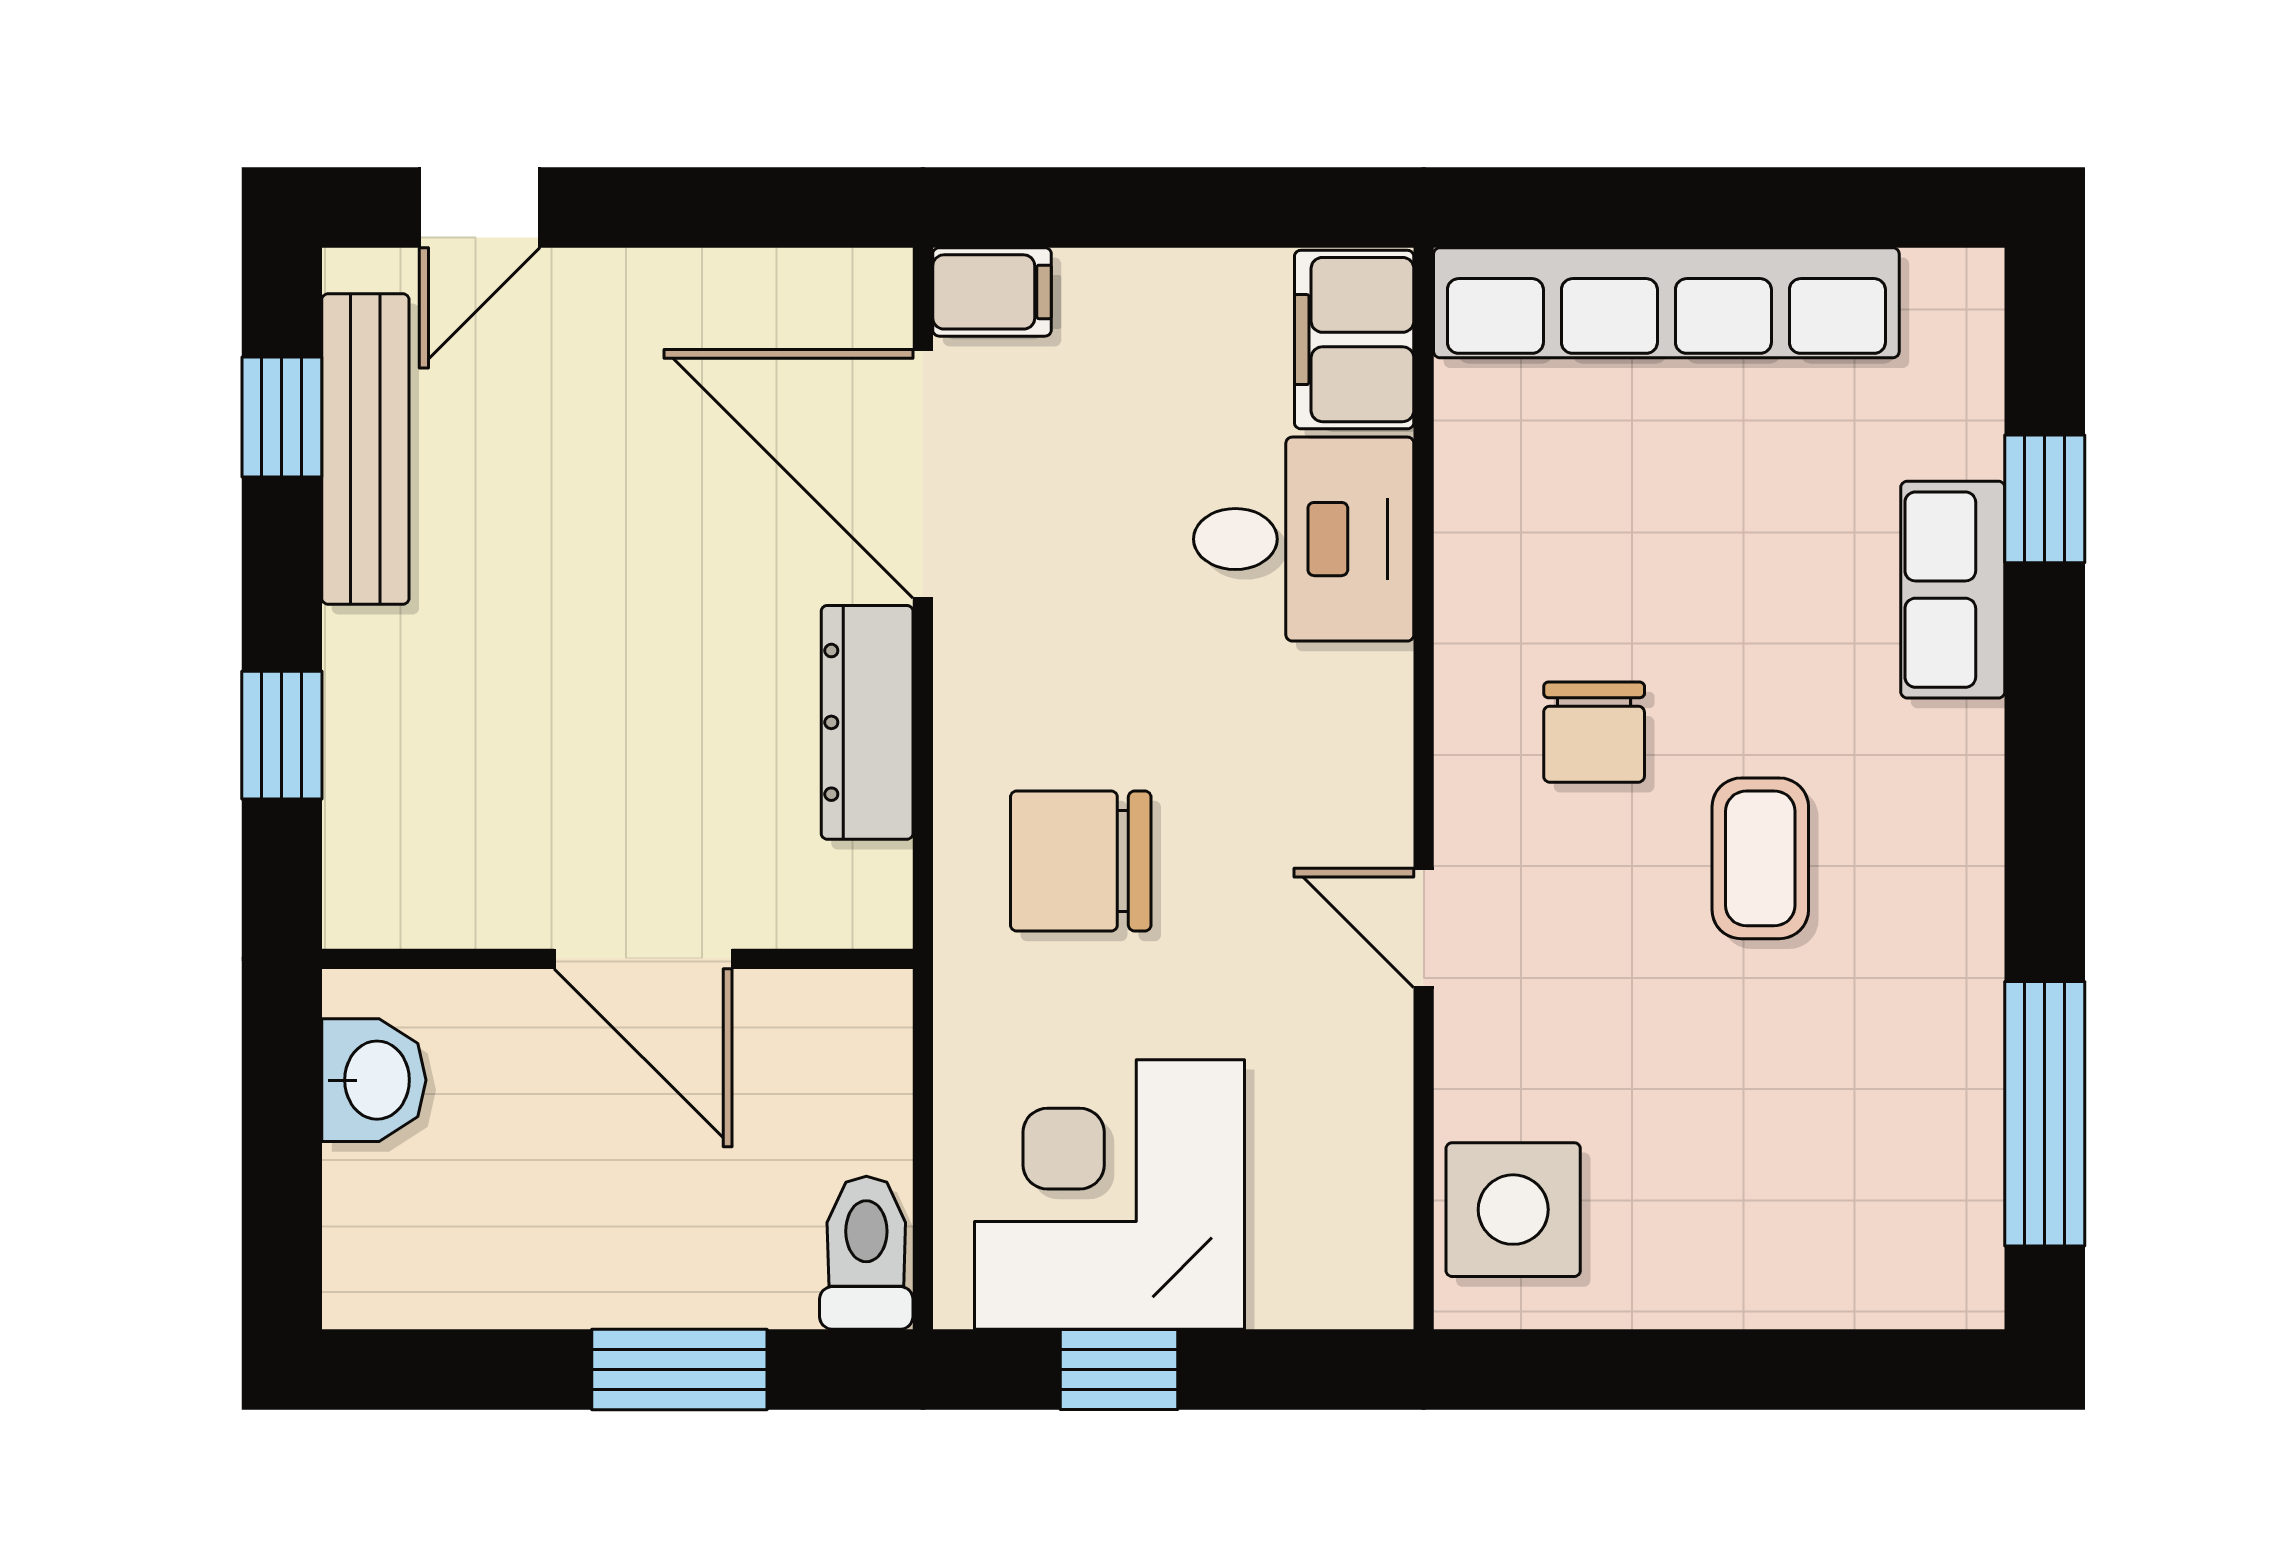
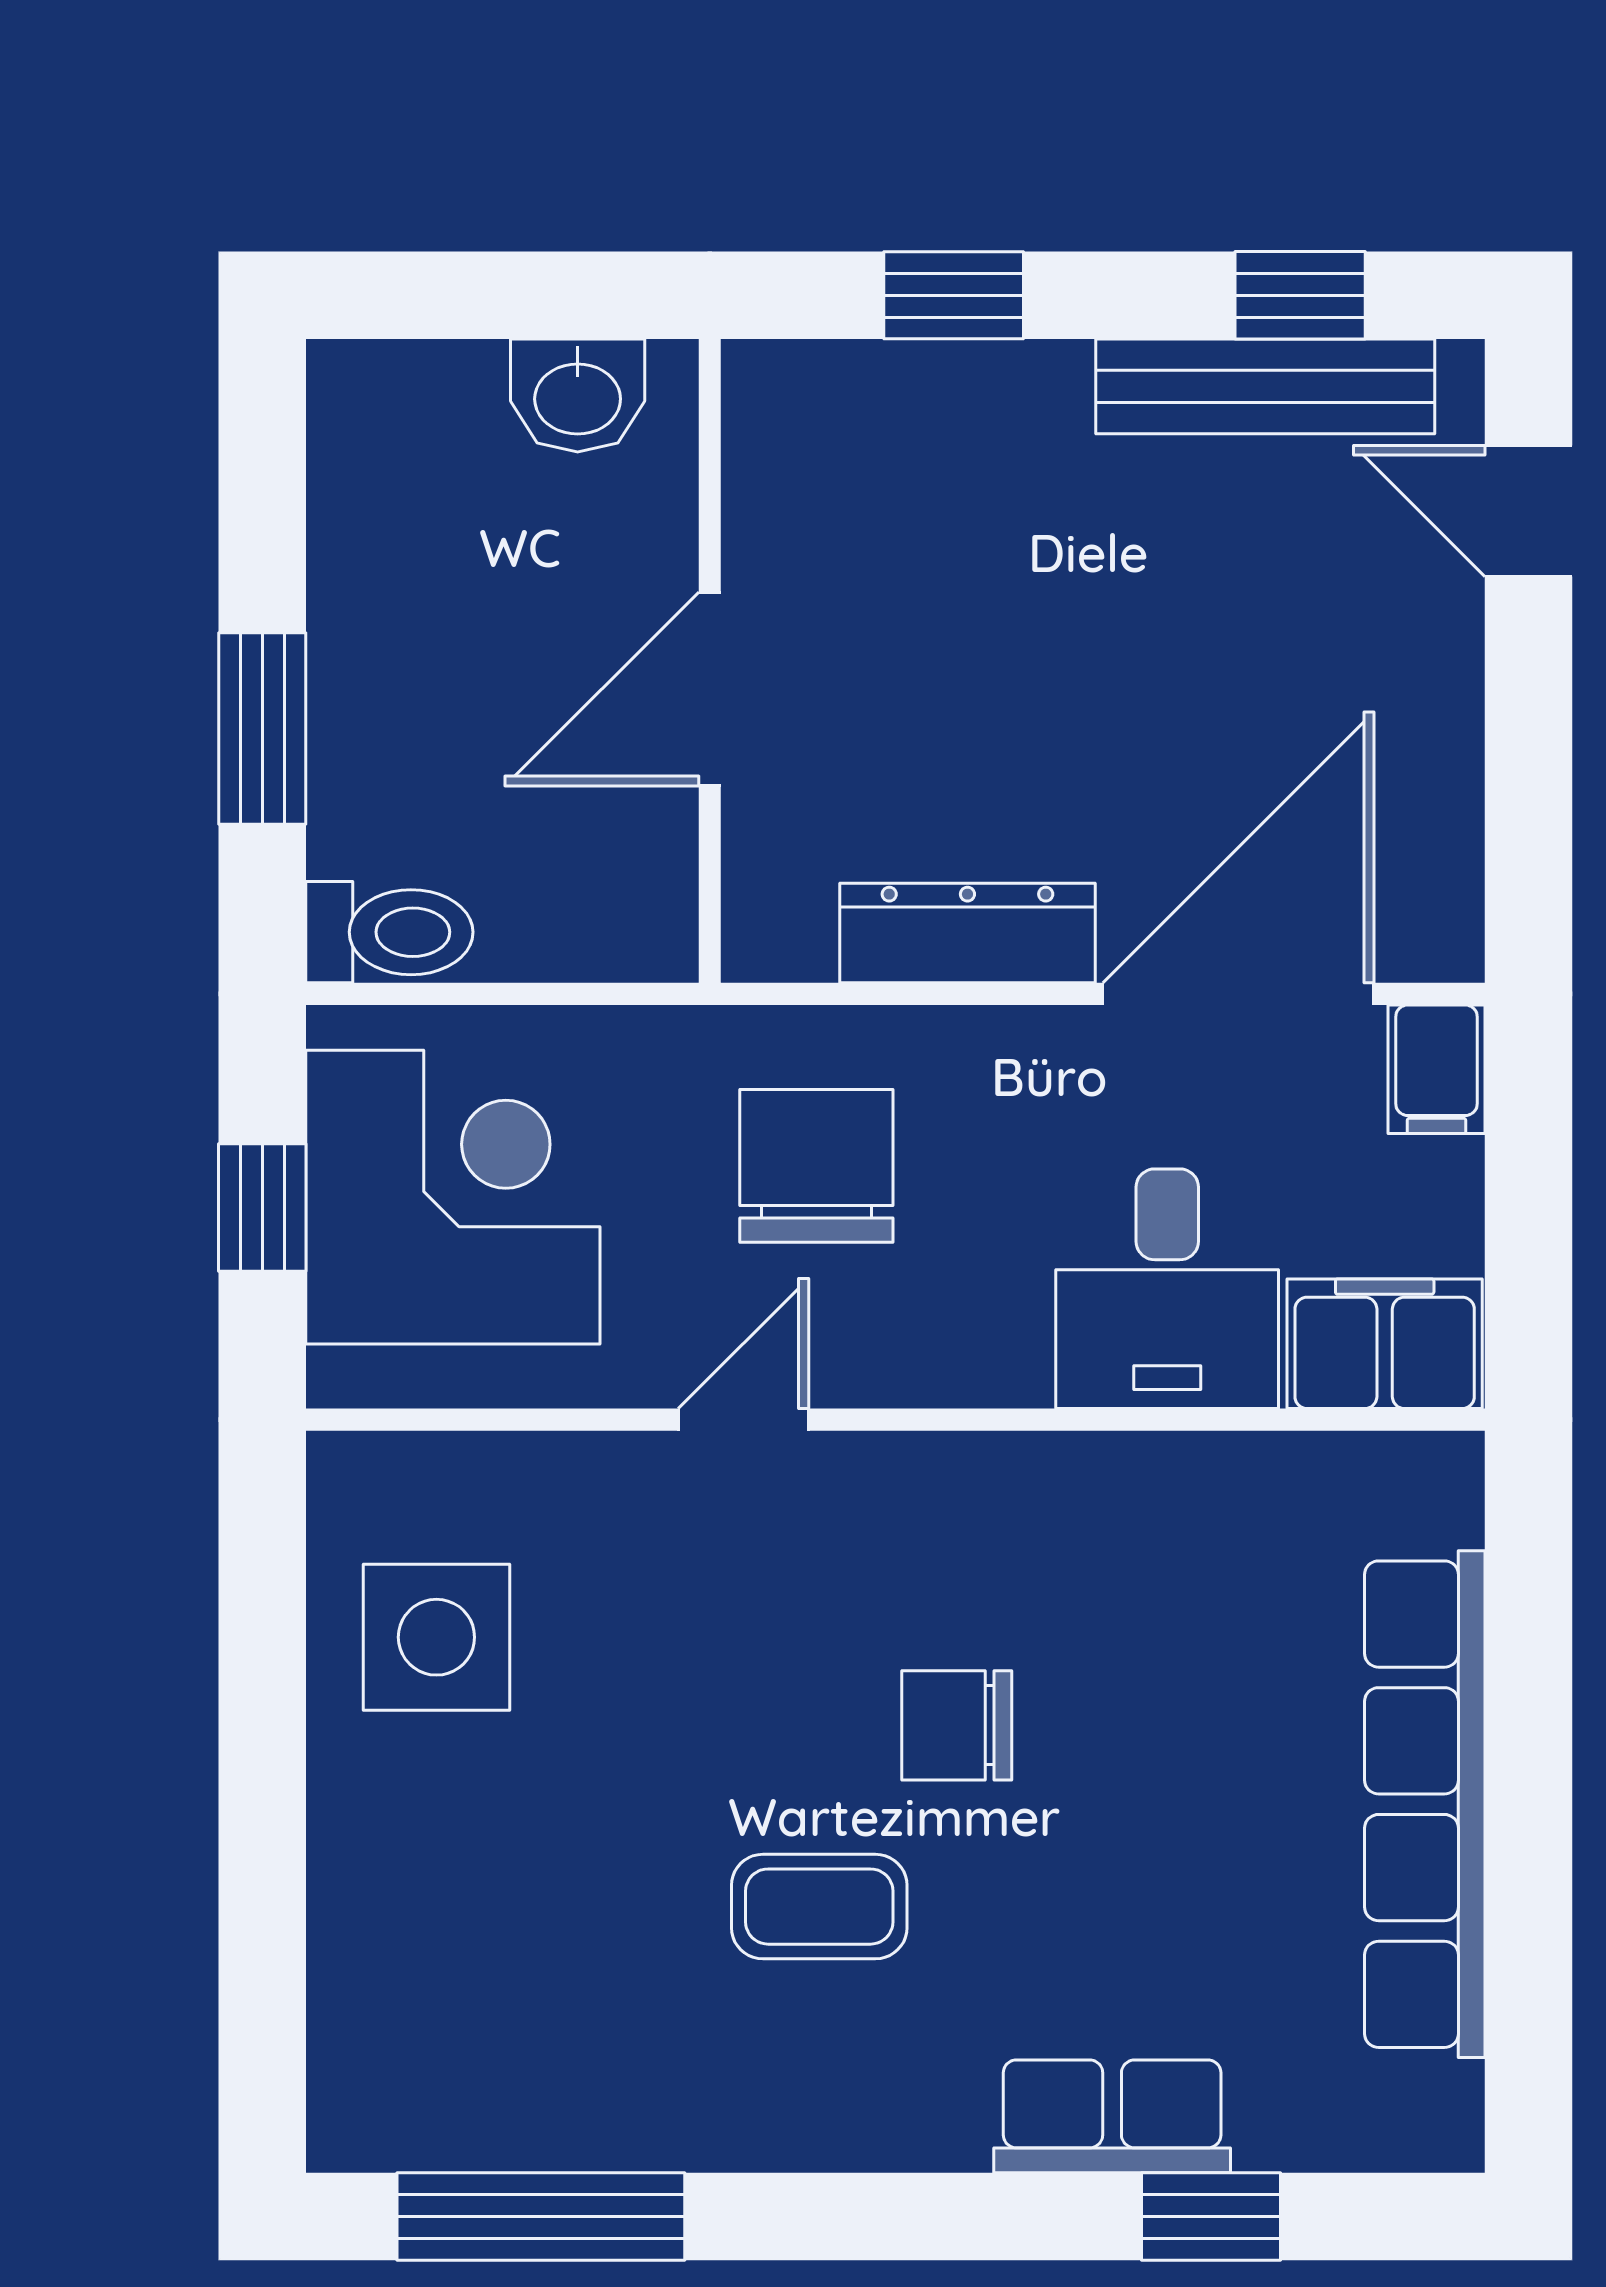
filing cabinet: (1354, 340) -> (1385, 1344), moved
desk: (1304, 539) -> (1167, 1289), moved
wall: (1424, 788) -> (895, 1420), moved
door: (1424, 928) -> (743, 1420), moved

